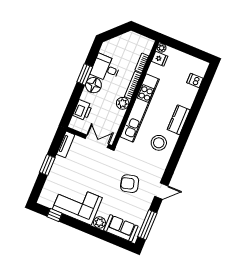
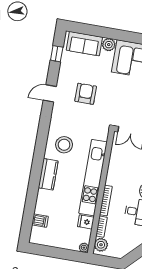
fridge: (160, 59) -> (86, 222), moved
plant: (123, 103) -> (101, 245), moved
armchair: (130, 184) -> (86, 94), turned -75
window: (147, 225) -> (57, 54), width x0.46

